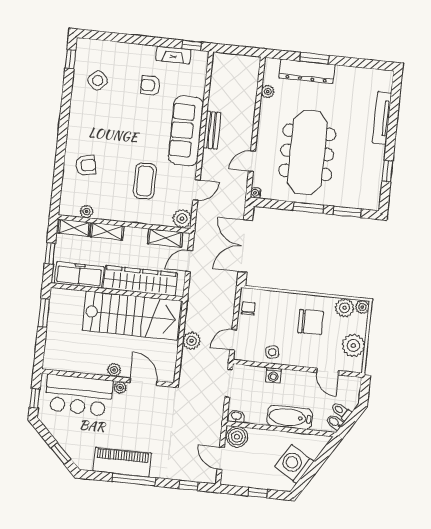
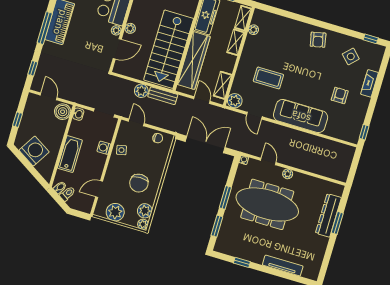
fireplace: (173, 55) -> (369, 83), moved
plant: (268, 92) -> (288, 174), moved
bench: (212, 130) -> (163, 96), moved
armchair: (86, 165) -> (318, 40), moved
door: (221, 458) -> (49, 96), hinge flipped

